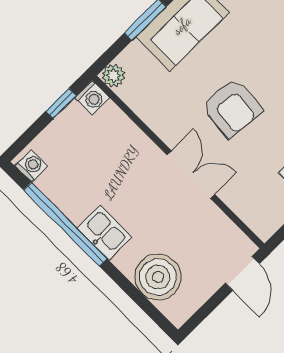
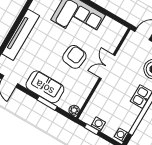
washing machine: (92, 98) -> (98, 124), moved

